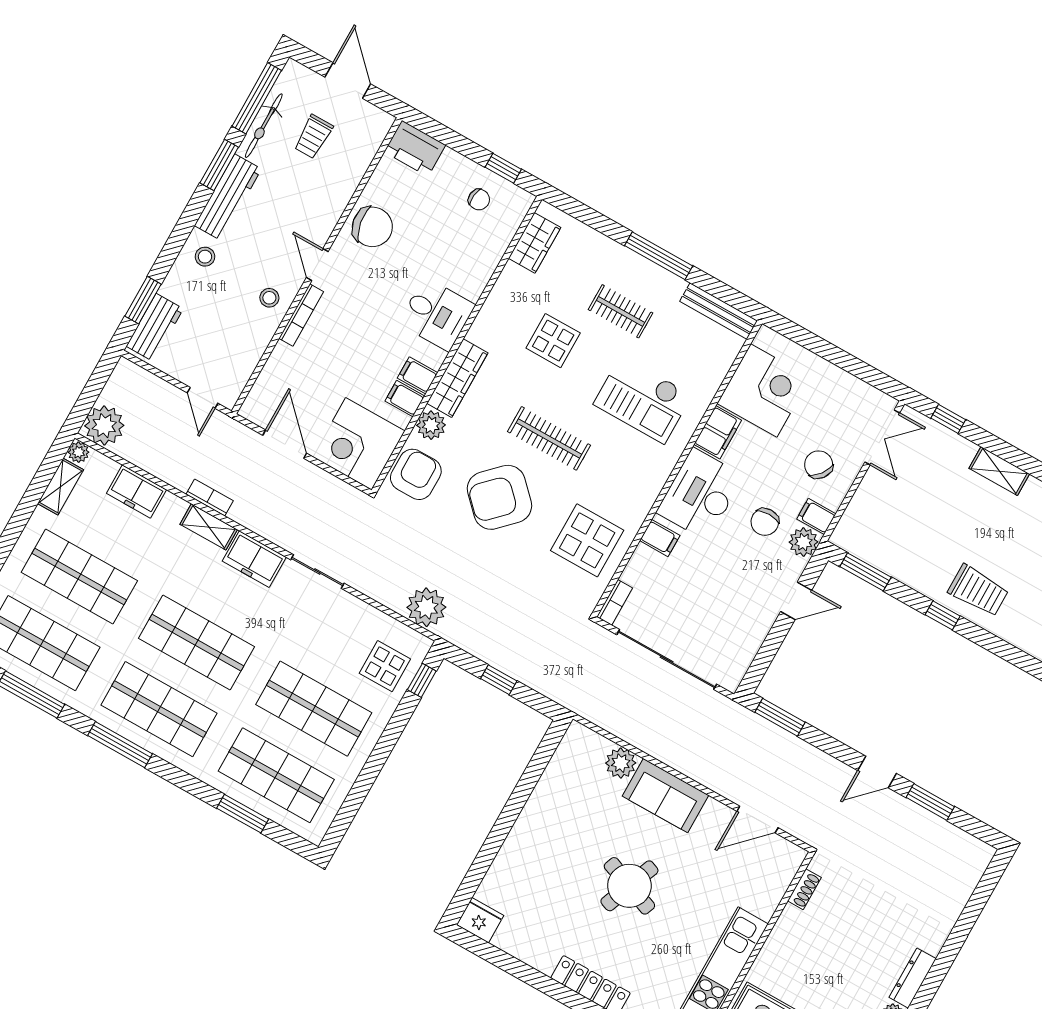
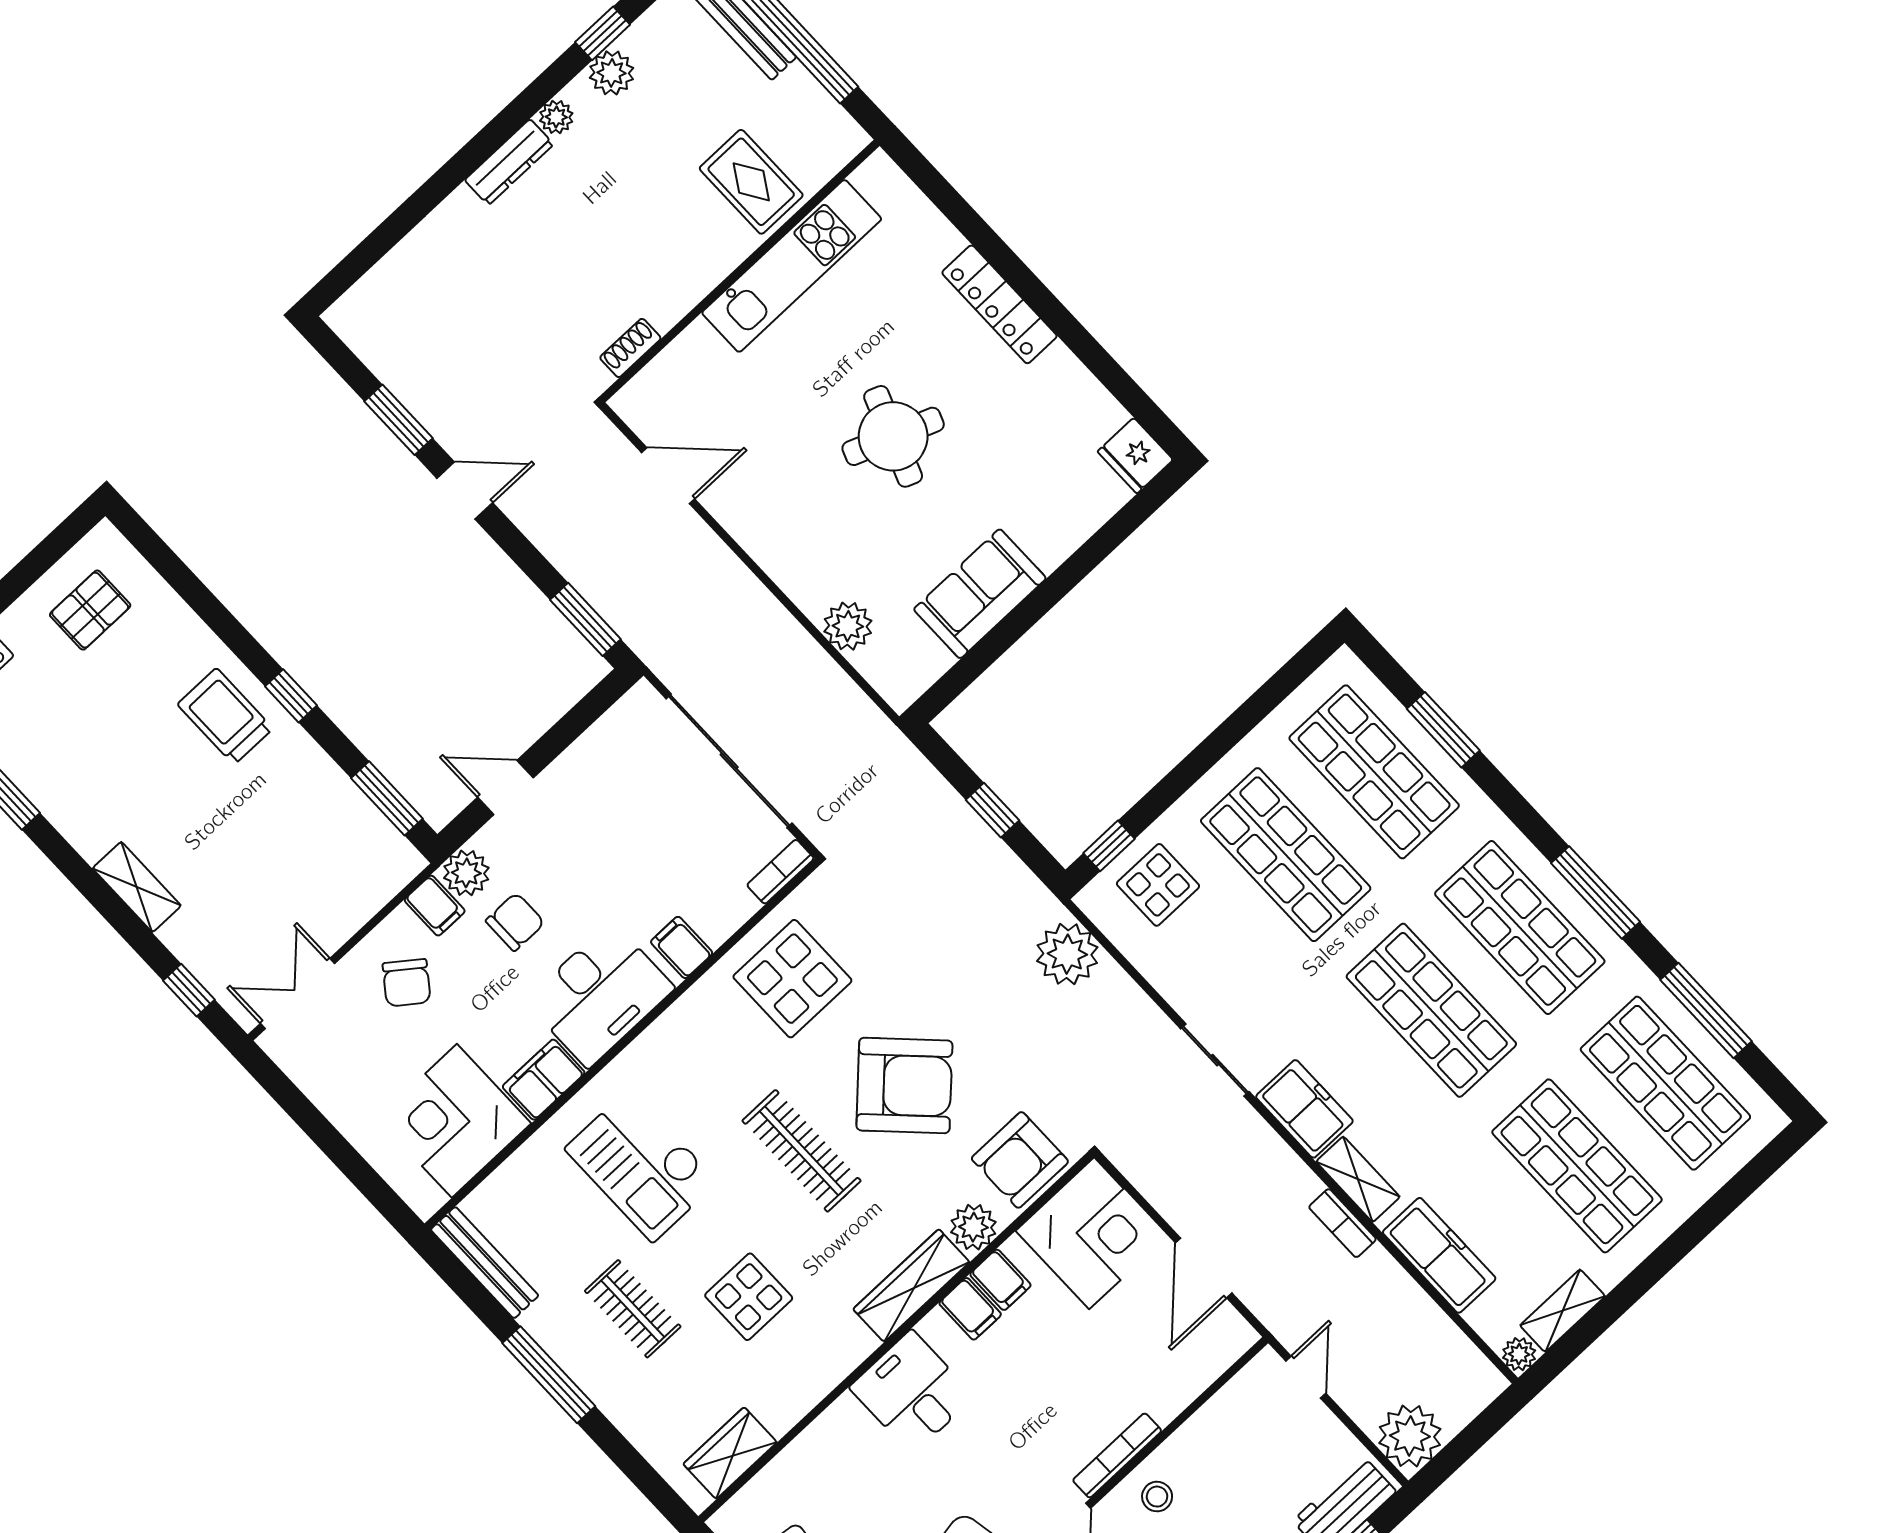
checkout: (643, 399) -> (641, 1165), turned 180
plant: (104, 426) -> (1410, 1436), moved
freezer: (136, 492) -> (1439, 1255), width x1.40
sofa: (665, 796) -> (980, 594), moved, turned -90

